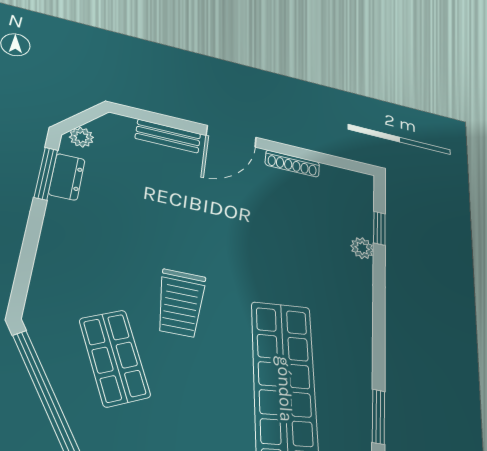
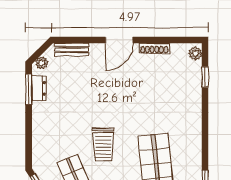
bench: (168, 136) -> (72, 50), moved
plant: (362, 248) -> (195, 54), moved

